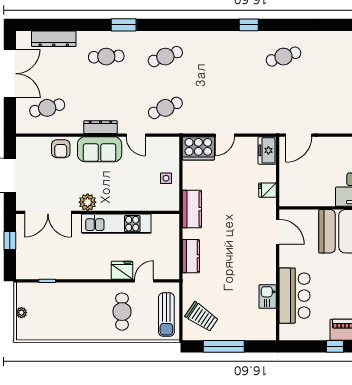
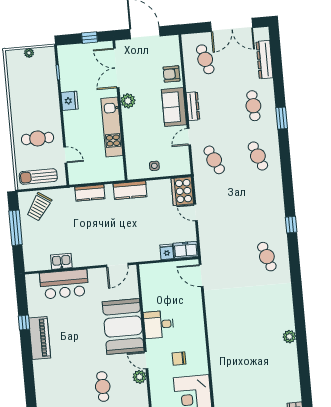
fridge: (268, 190) -> (167, 252), moved
fridge: (122, 270) -> (70, 101), moved

